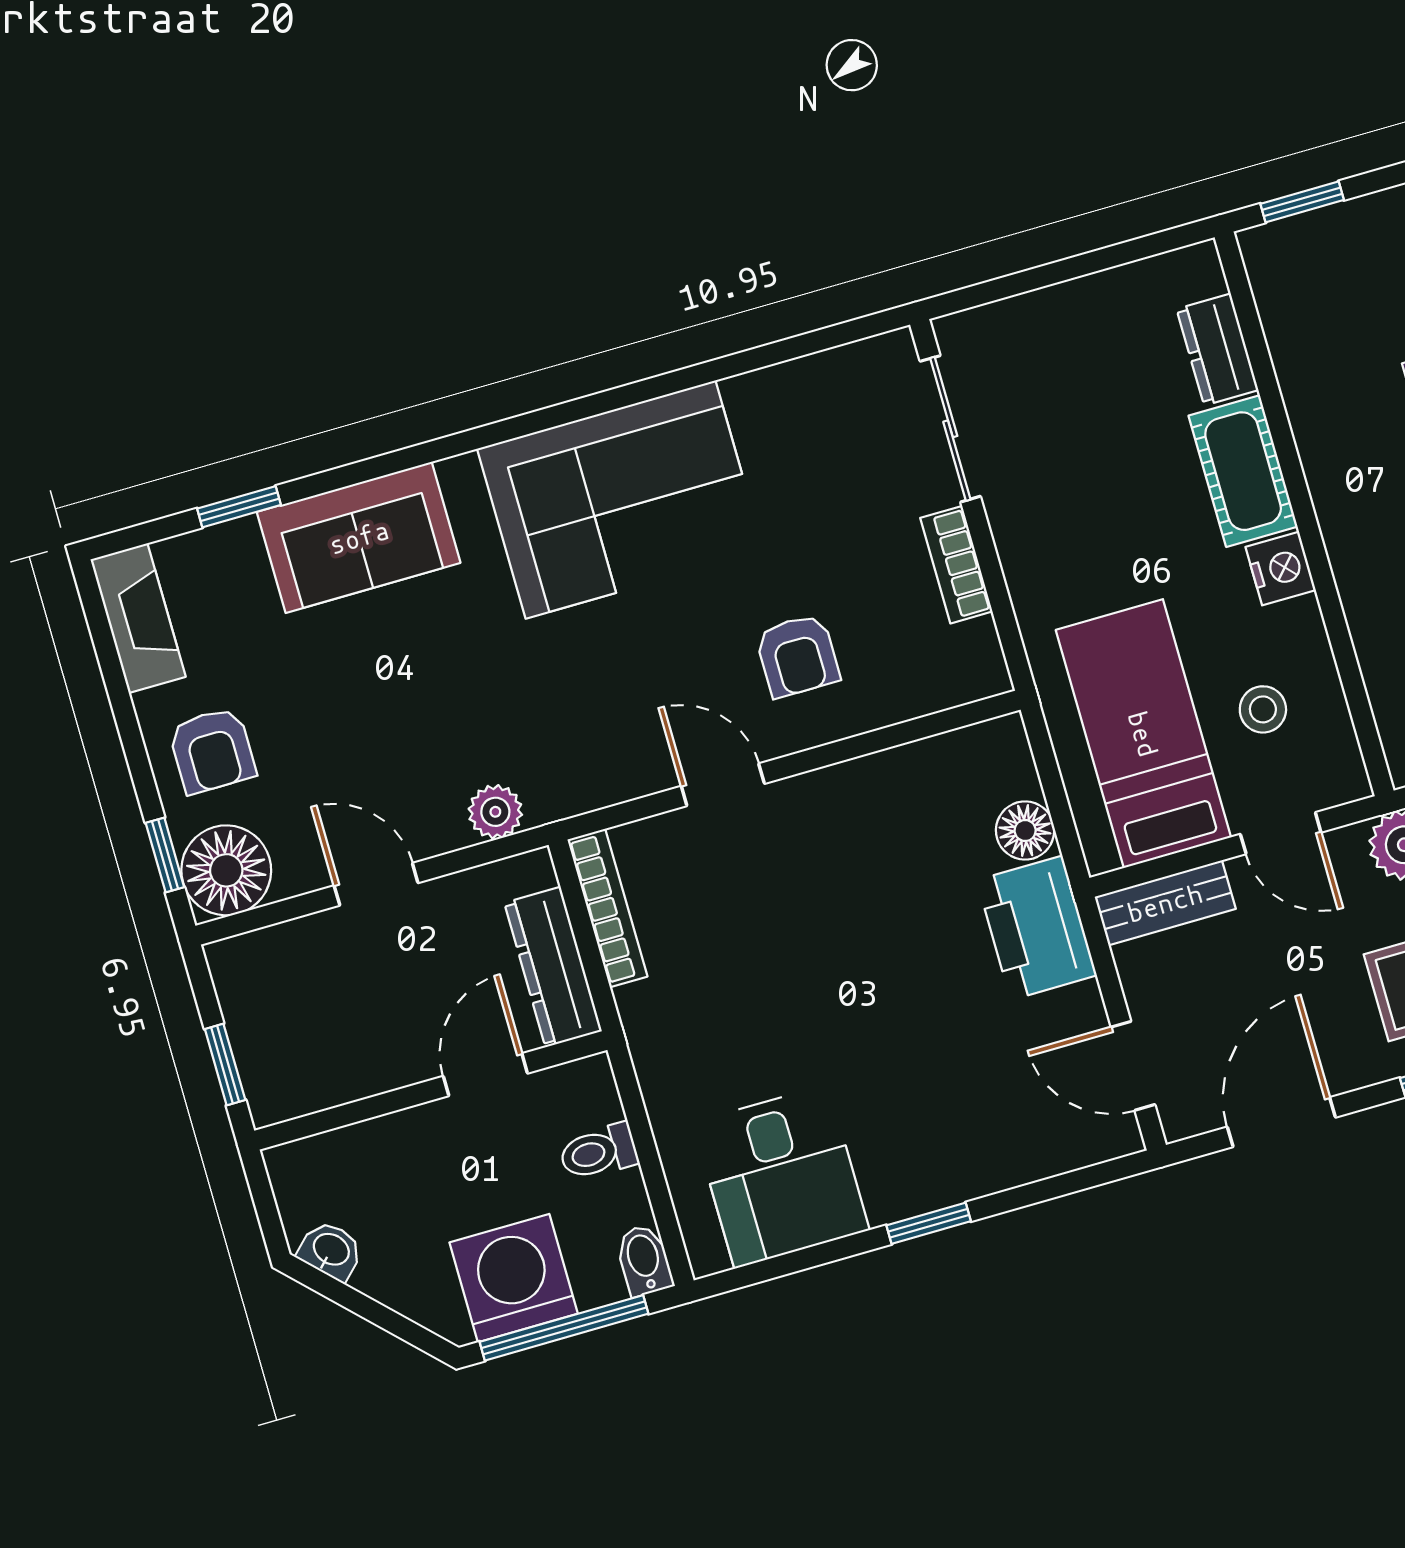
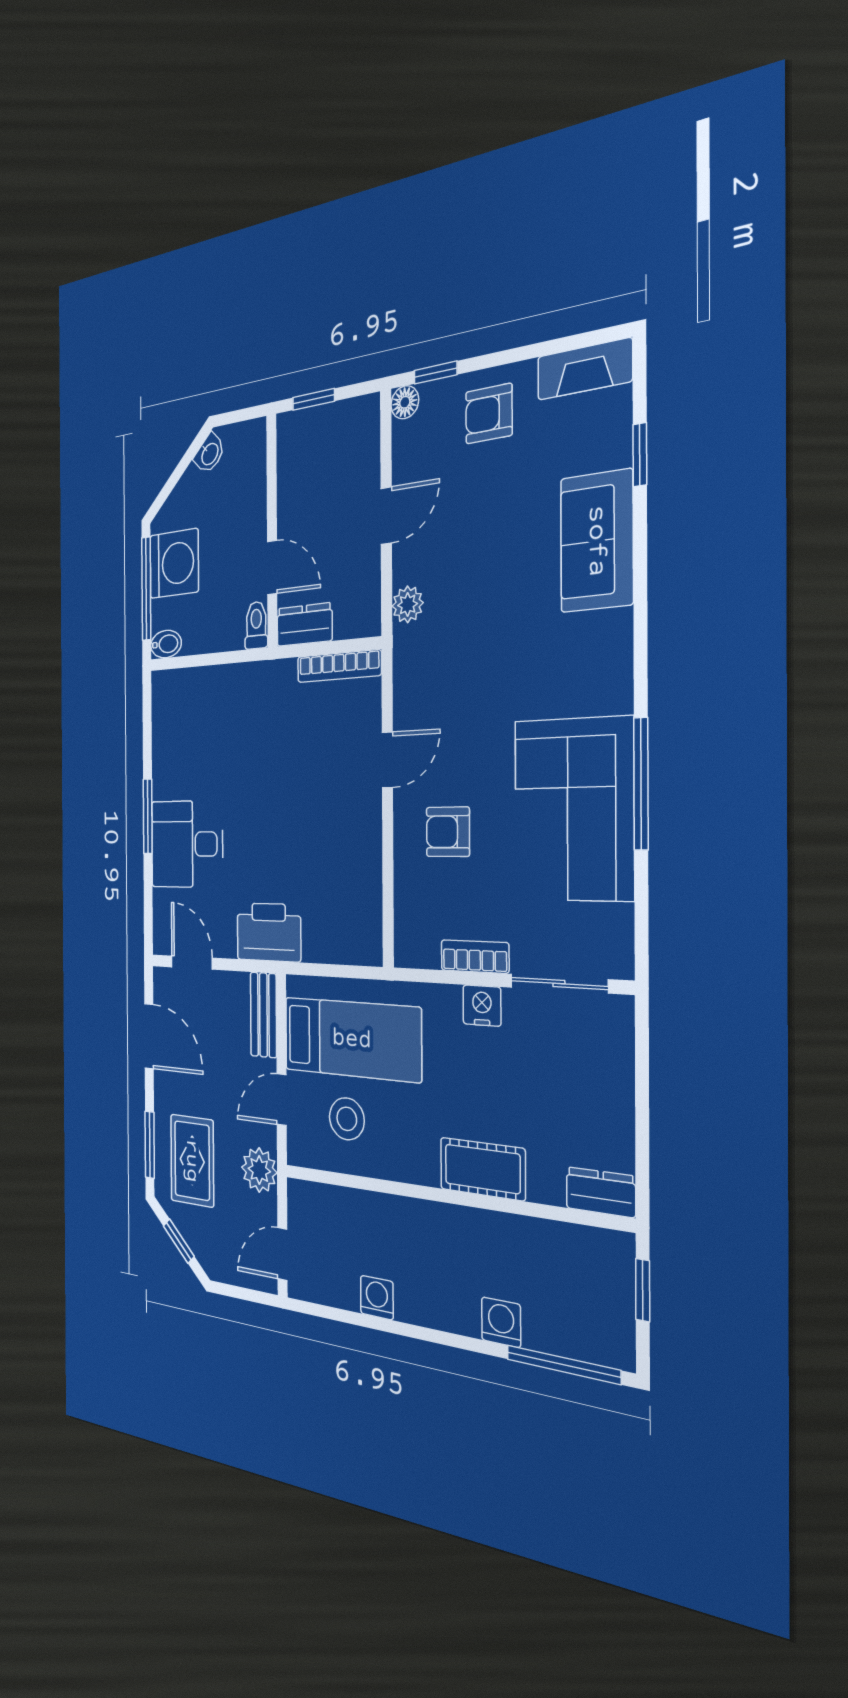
dresser: (1217, 350) -> (601, 1192), moved
window: (657, 387) -> (641, 784), added
corner sofa: (620, 500) -> (573, 809), moved
nightstand: (1281, 568) -> (482, 1006), moved, turned 180
stool: (1263, 709) -> (347, 1119), width x1.37, depth x1.37
floor lamp: (1025, 831) -> (319, 944), removed
floor lamp: (226, 870) -> (405, 402), width x0.53, depth x0.53
dresser: (553, 967) -> (304, 625), width x0.70
door: (1133, 1066) -> (192, 963), hinge flipped
toilet: (598, 1152) -> (256, 625), moved
desk: (781, 1176) -> (187, 844), moved
window: (929, 1223) -> (148, 816), width x1.50

